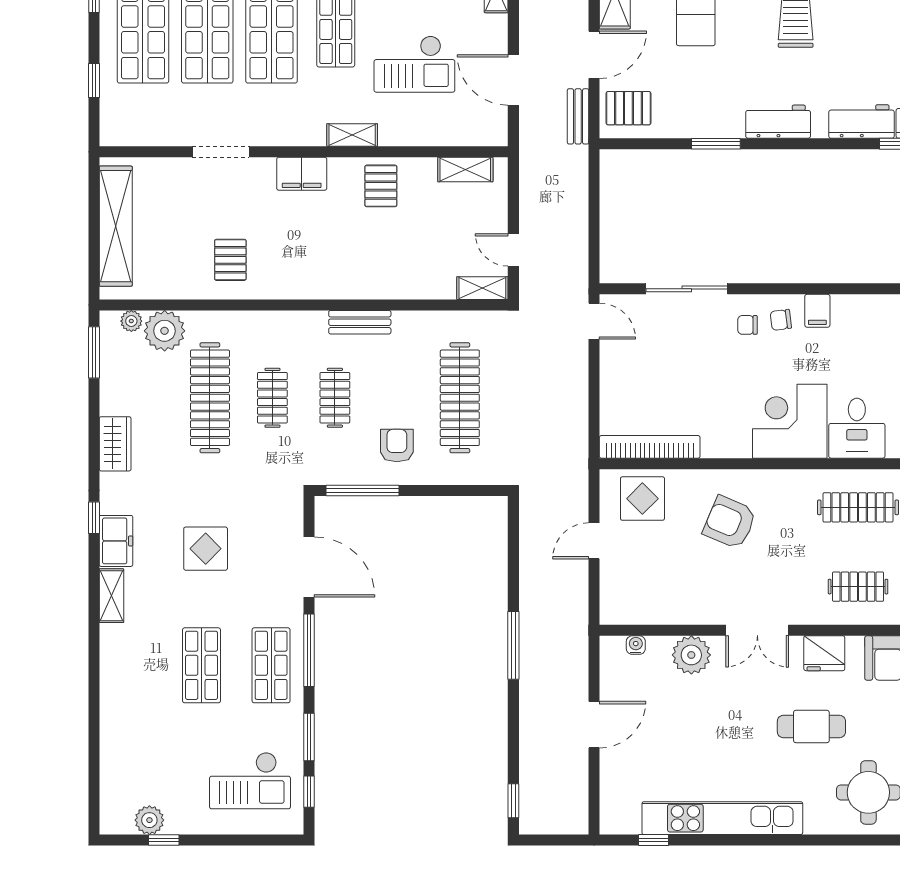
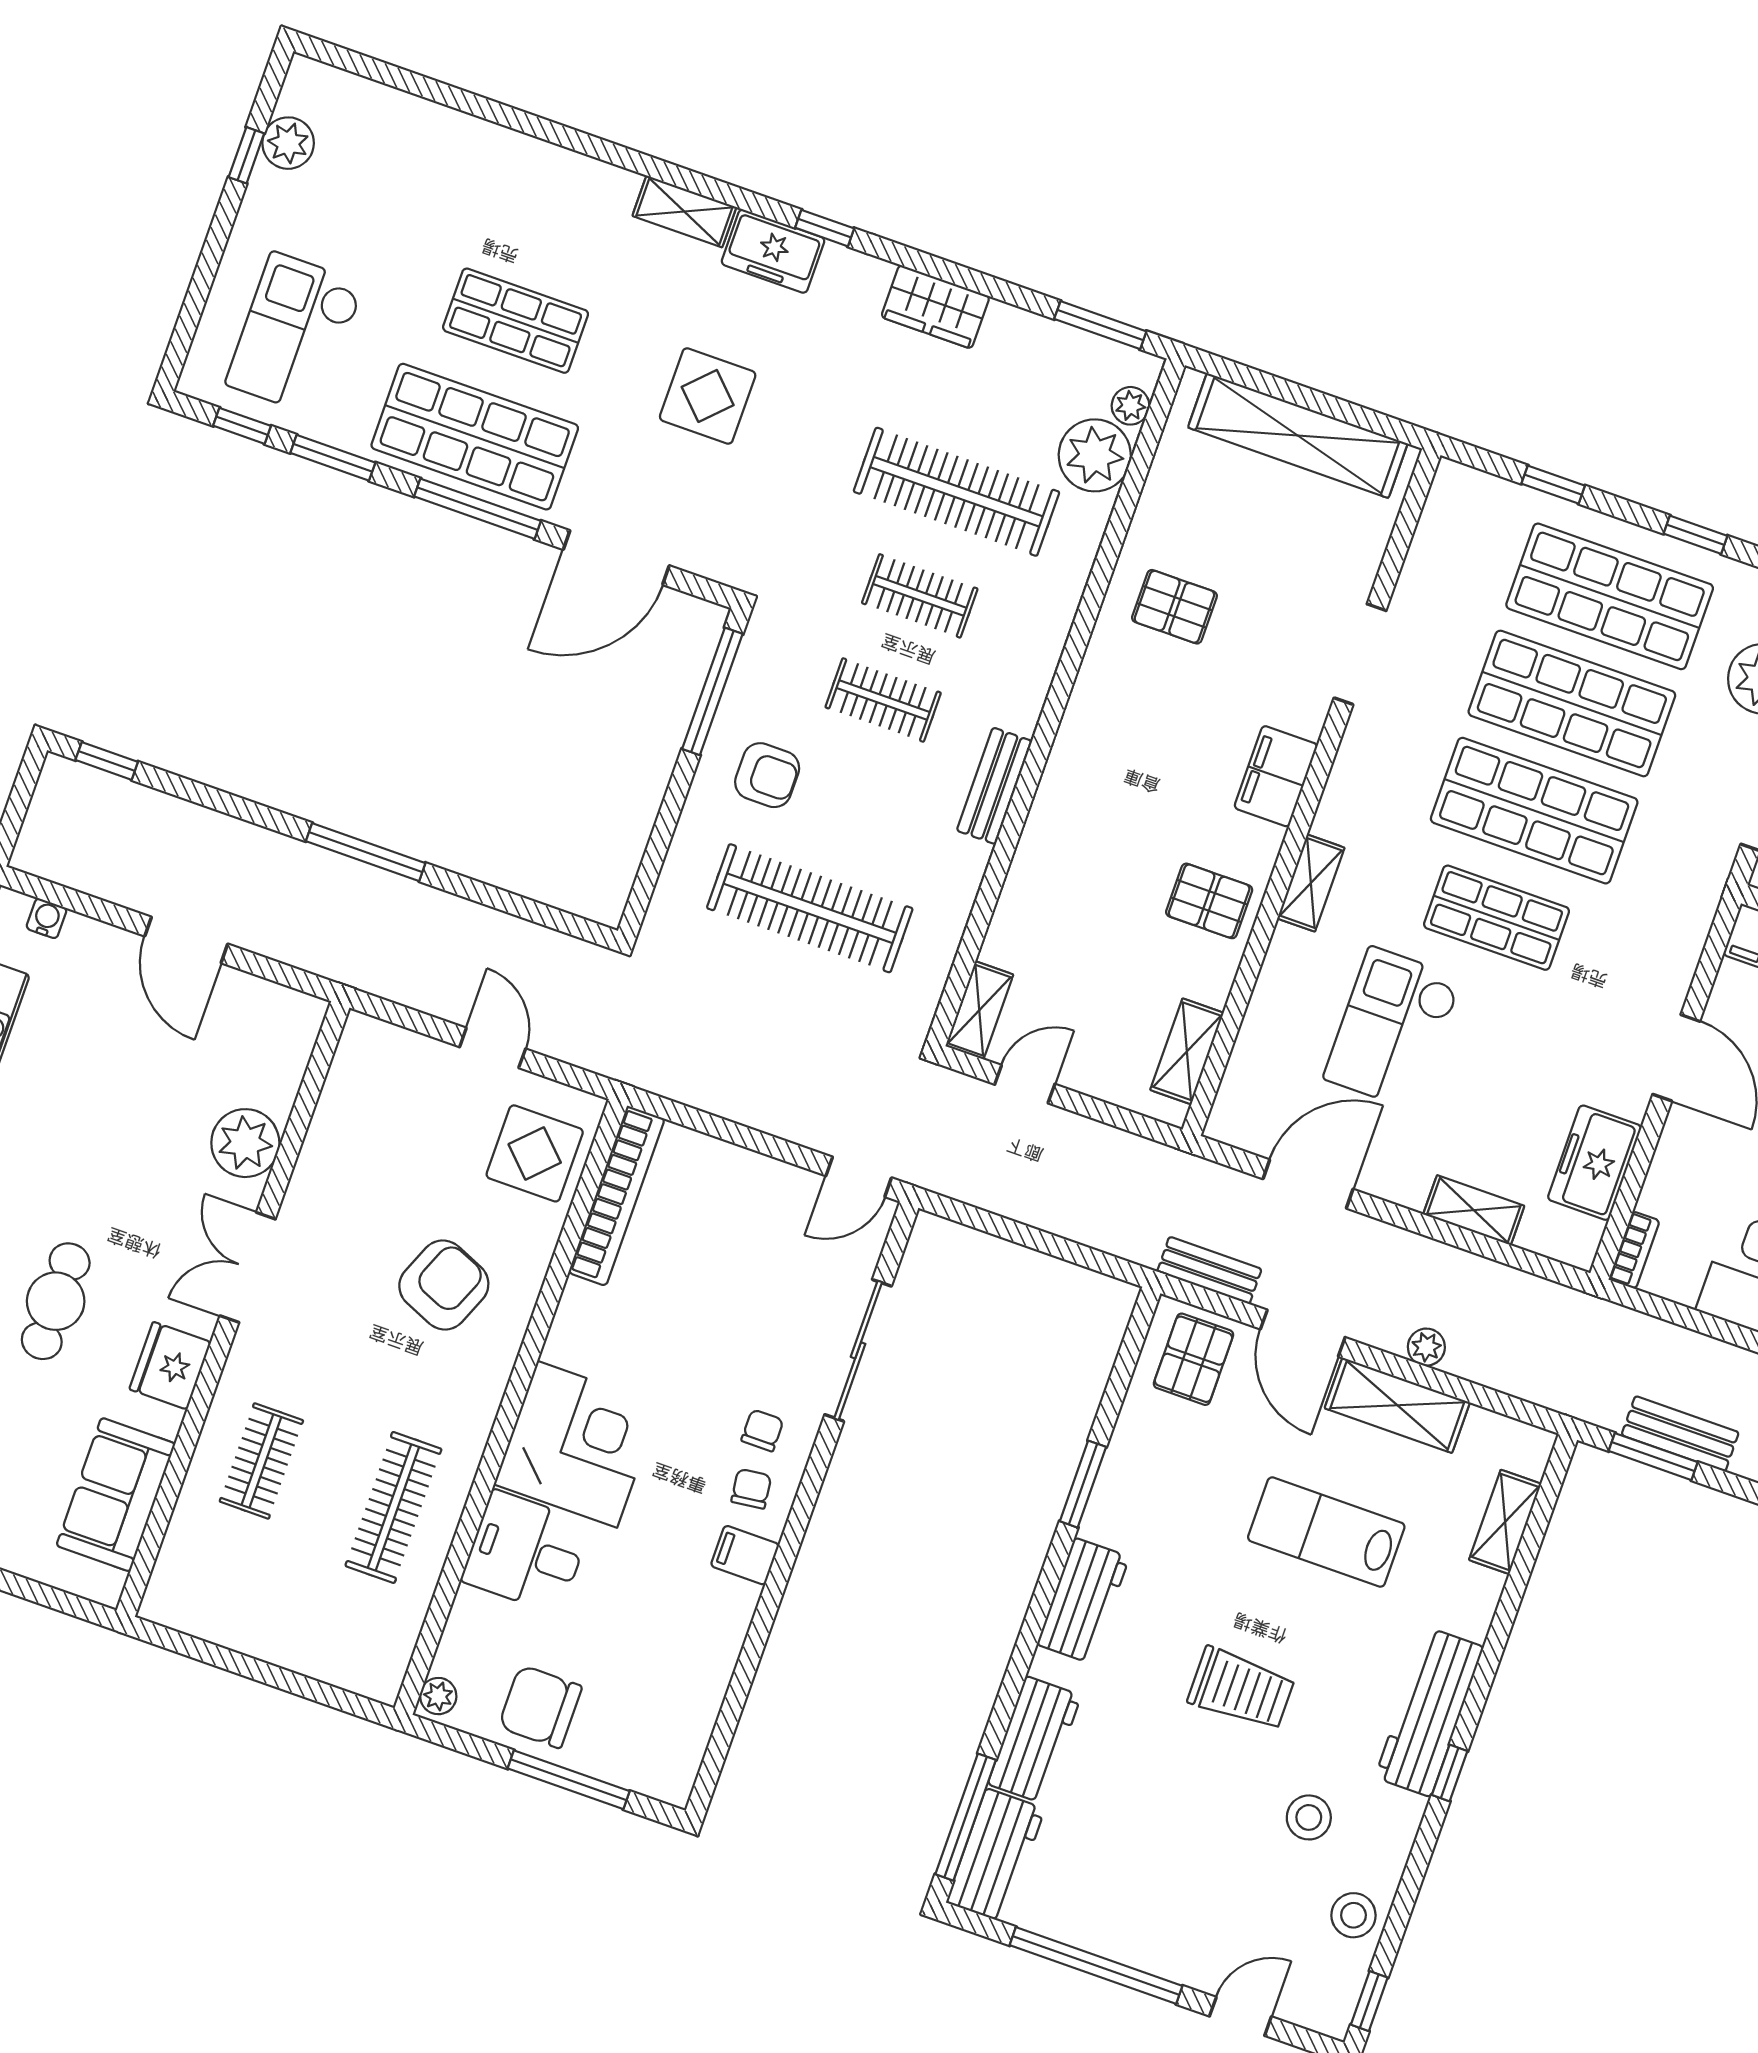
water cooler: (636, 645) -> (47, 918), moved, turned -90
shop shelf: (271, 665) -> (475, 437), width x1.43, depth x1.36

